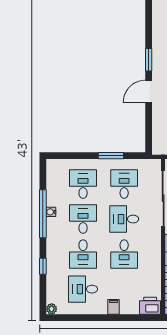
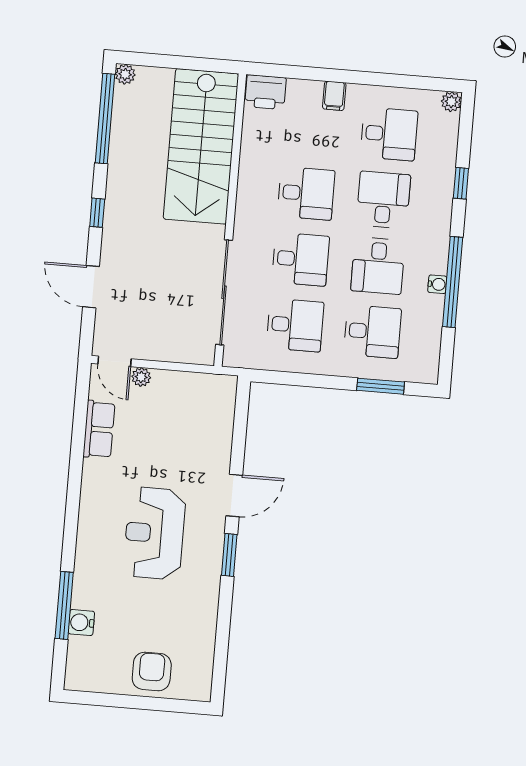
window: (111, 156) -> (381, 386), moved
desk: (83, 184) -> (372, 332), turned -90
desk: (124, 184) -> (295, 325), turned -90
desk: (124, 254) -> (306, 193), turned 90

